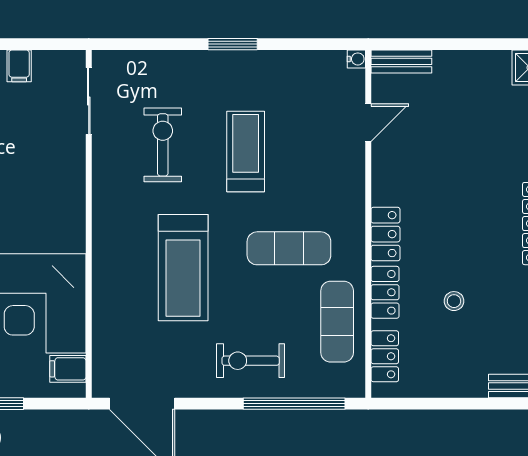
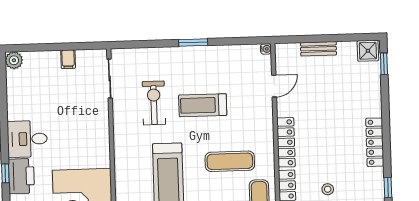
bench: (401, 61) -> (318, 49), moved
treadmill: (246, 151) -> (203, 105), turned -90
locker: (385, 234) -> (286, 142), width x1.53

